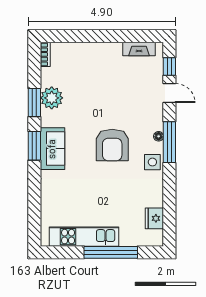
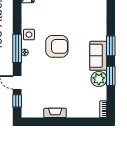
fireplace: (139, 49) -> (55, 113), moved
armchair: (112, 145) -> (57, 46), turned 90
sofa: (53, 149) -> (98, 56), moved

